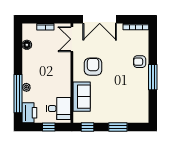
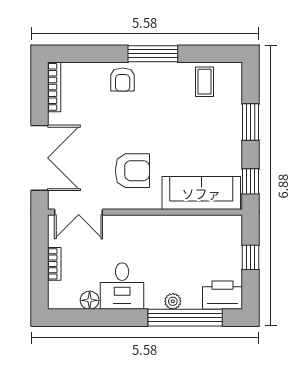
armchair: (93, 67) -> (132, 171), turned 180
sofa: (82, 97) -> (201, 193), width x1.36
coffee table: (139, 104) -> (204, 82), added
desk: (59, 109) -> (122, 286), moved, turned 180

